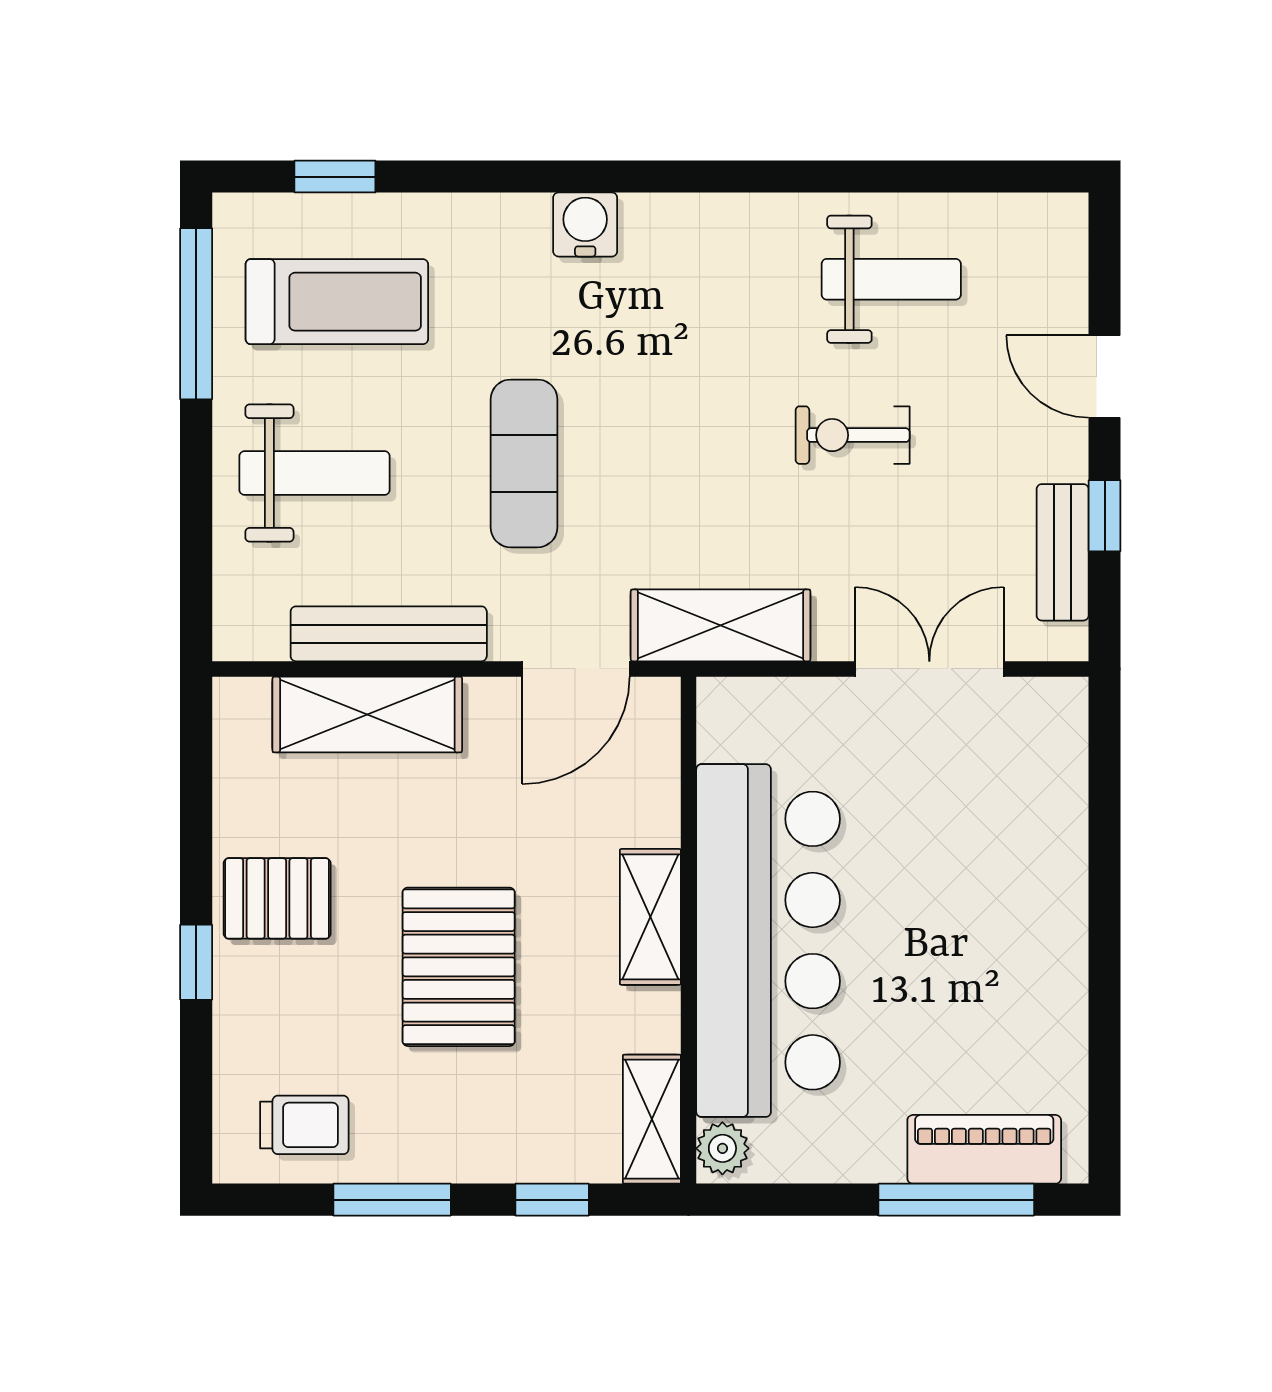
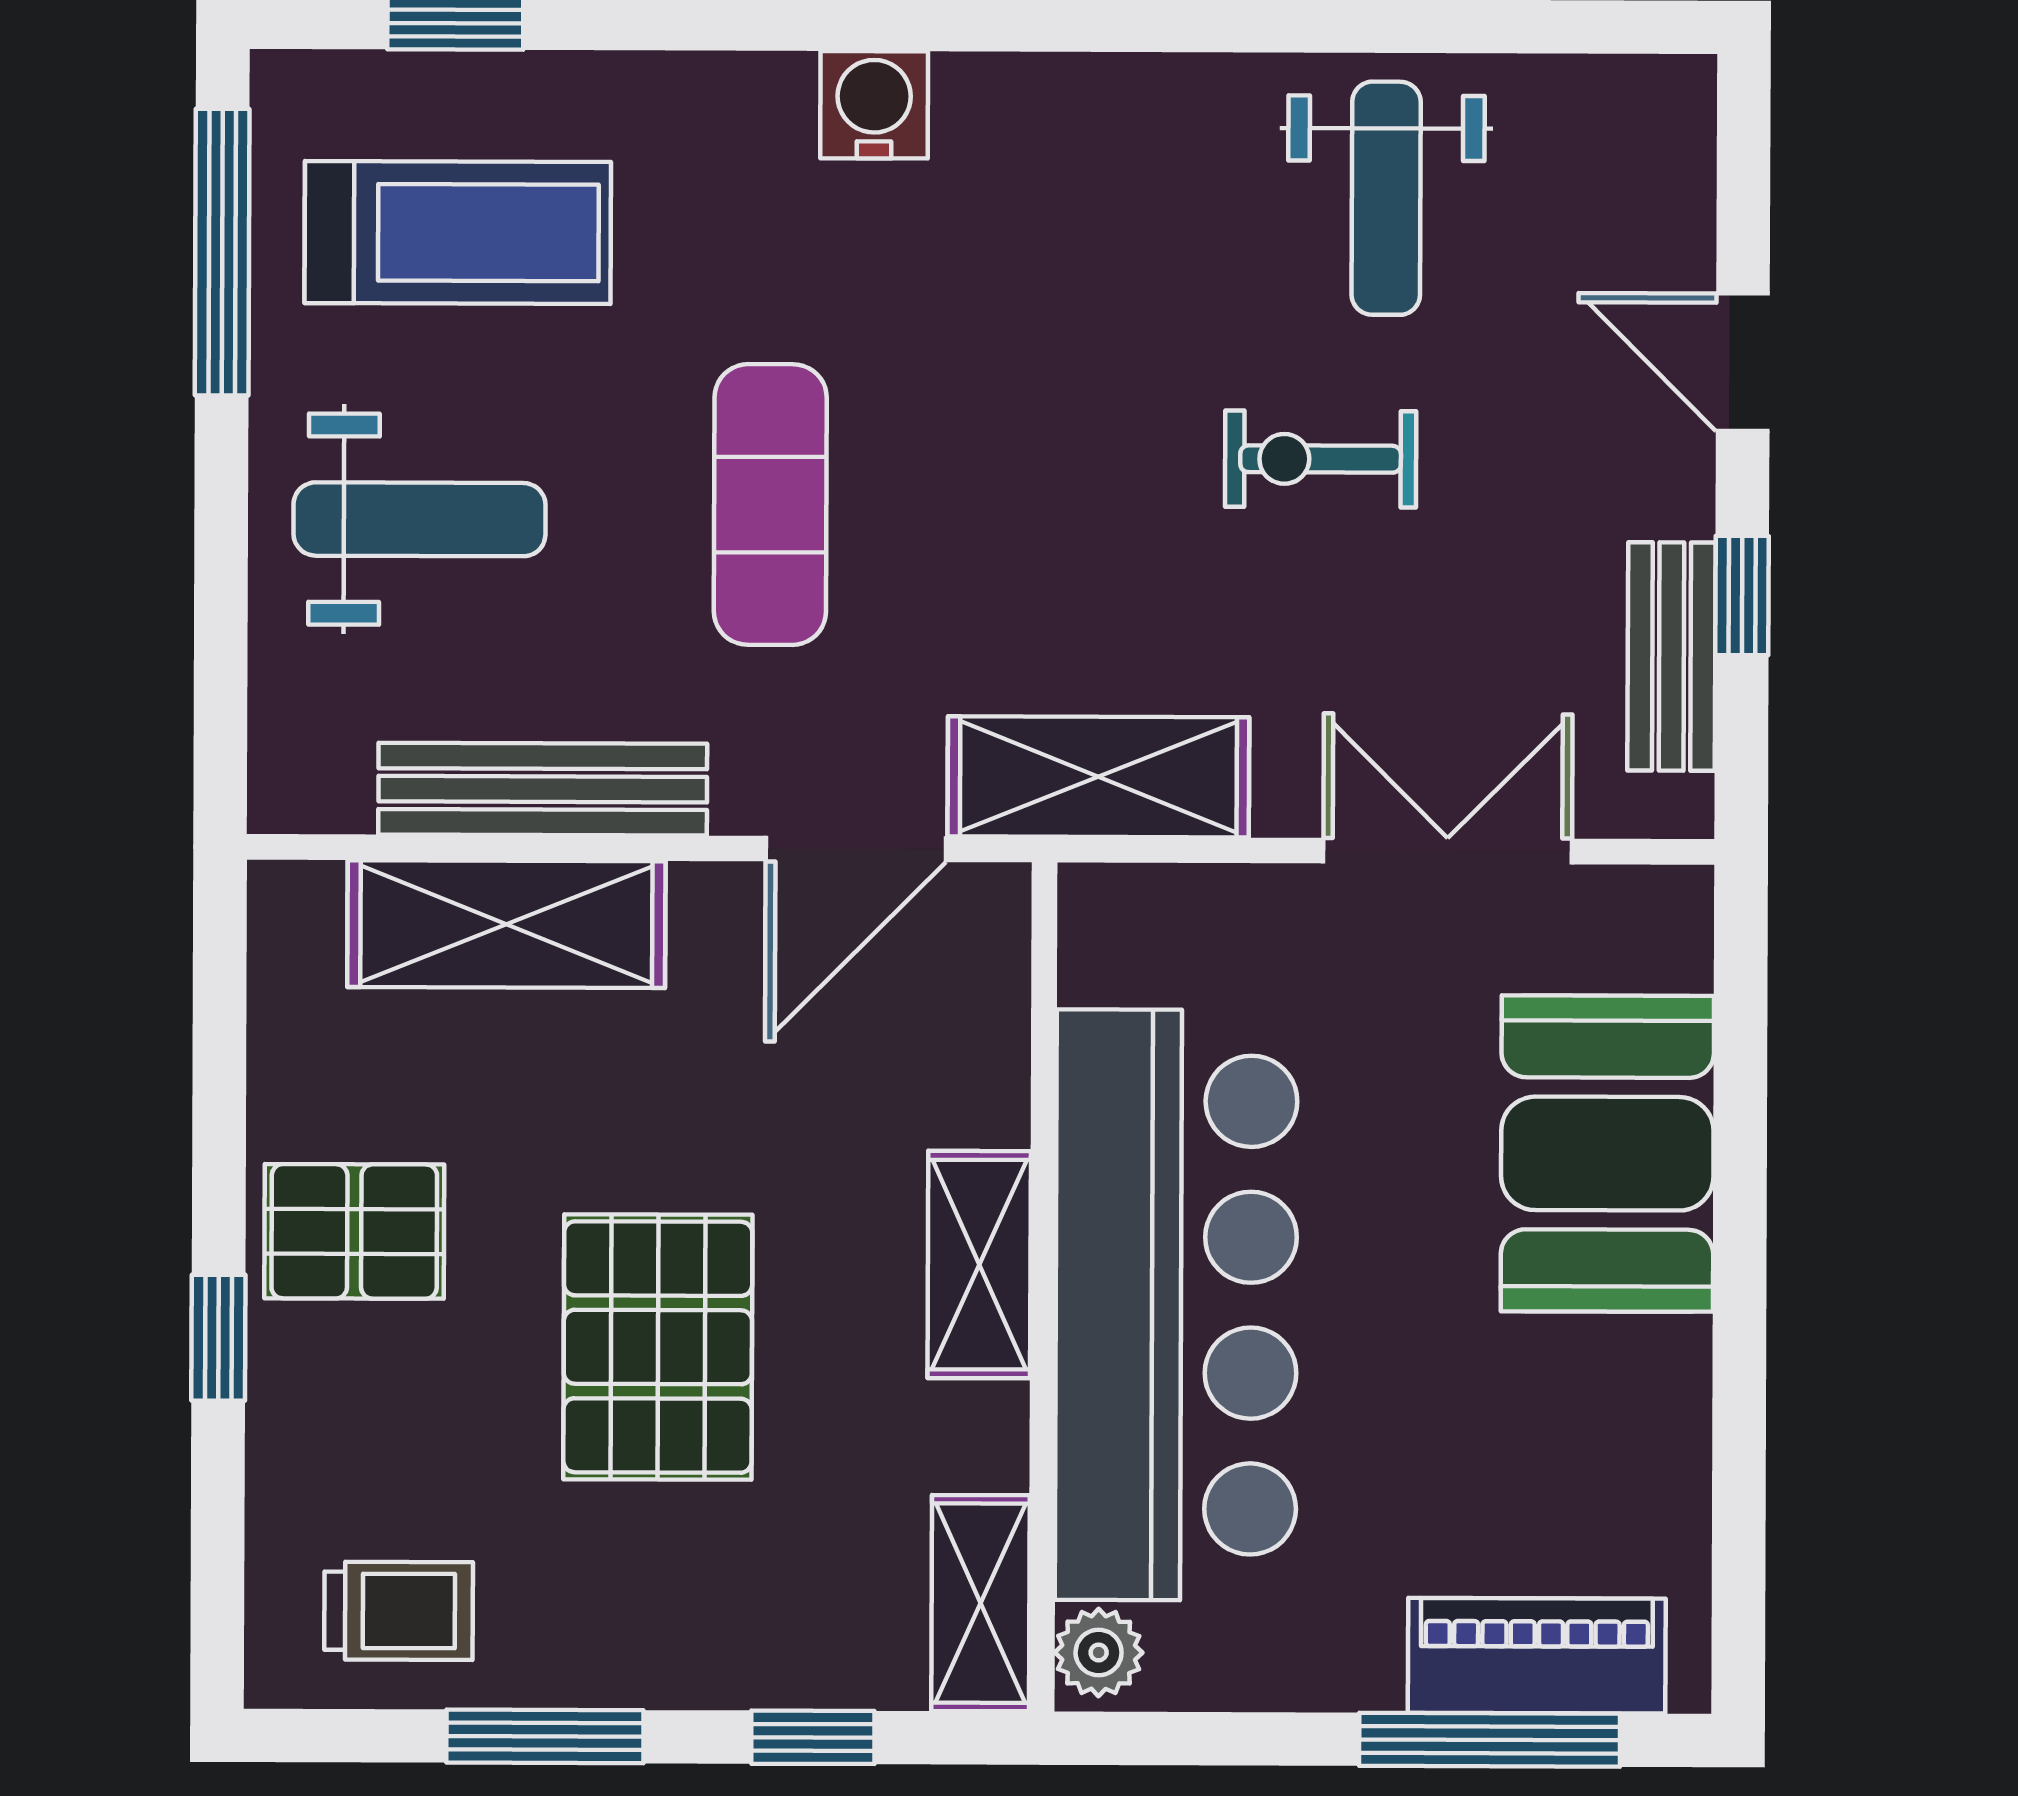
weight bench: (891, 279) -> (1386, 198), turned 90
booth: (1025, 849) -> (1607, 1154), added

